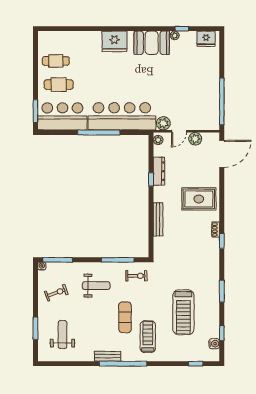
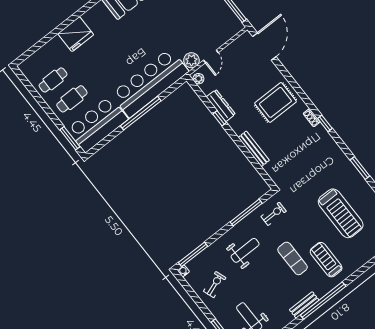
fridge: (114, 41) -> (76, 34), moved
plant: (195, 139) -> (230, 52), removed

